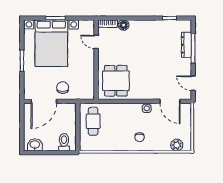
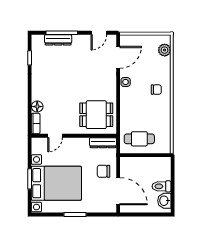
dresser: (89, 87) -> (103, 143), added
toilet: (64, 142) -> (161, 186), moved

